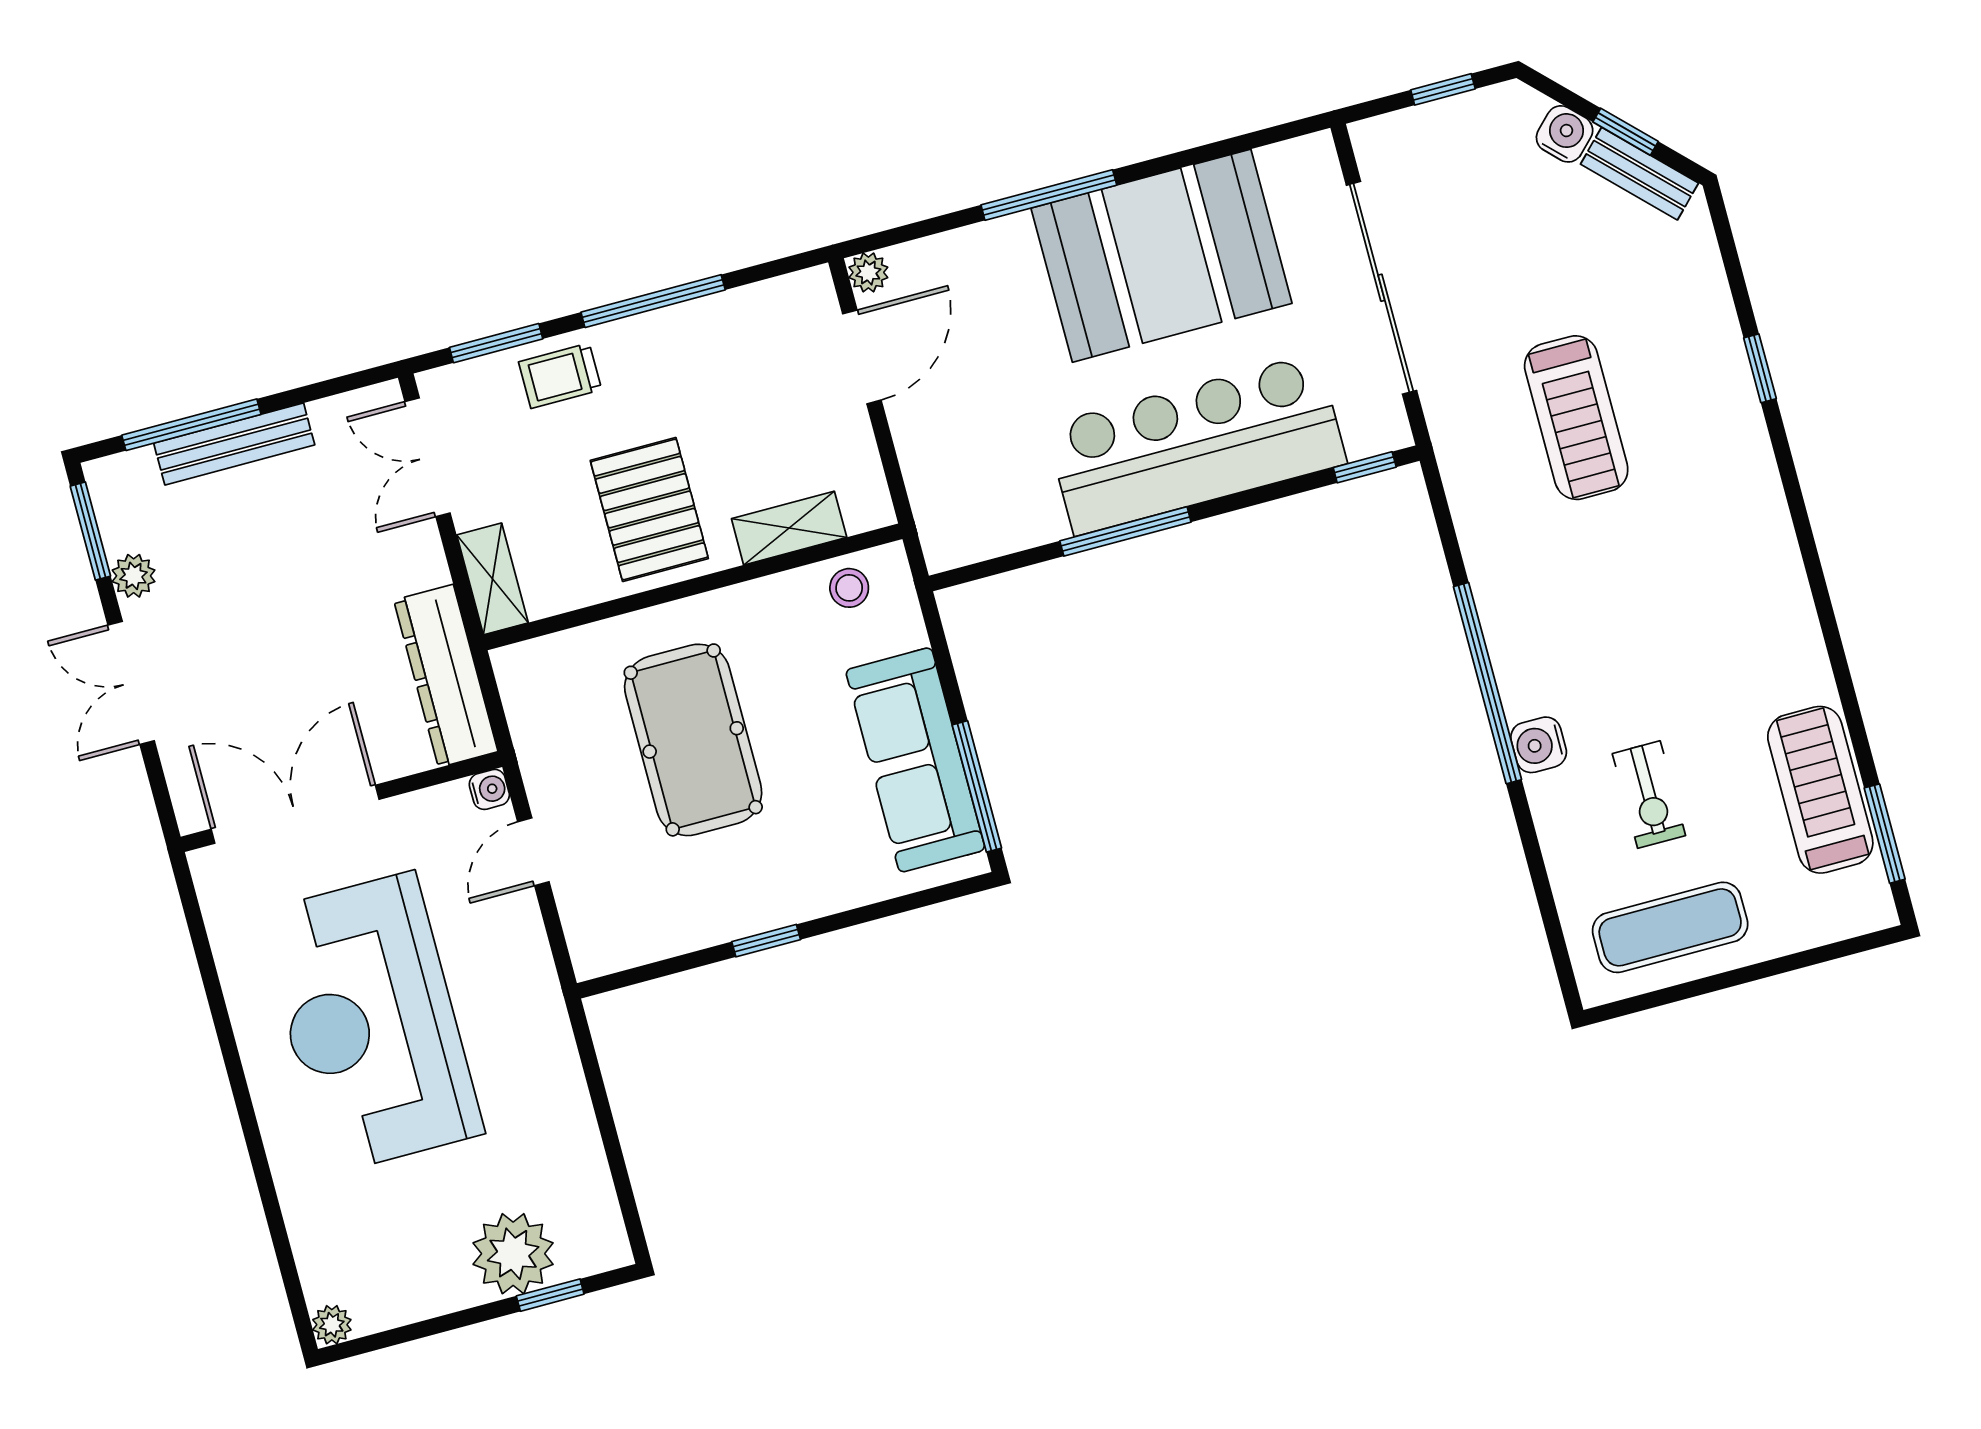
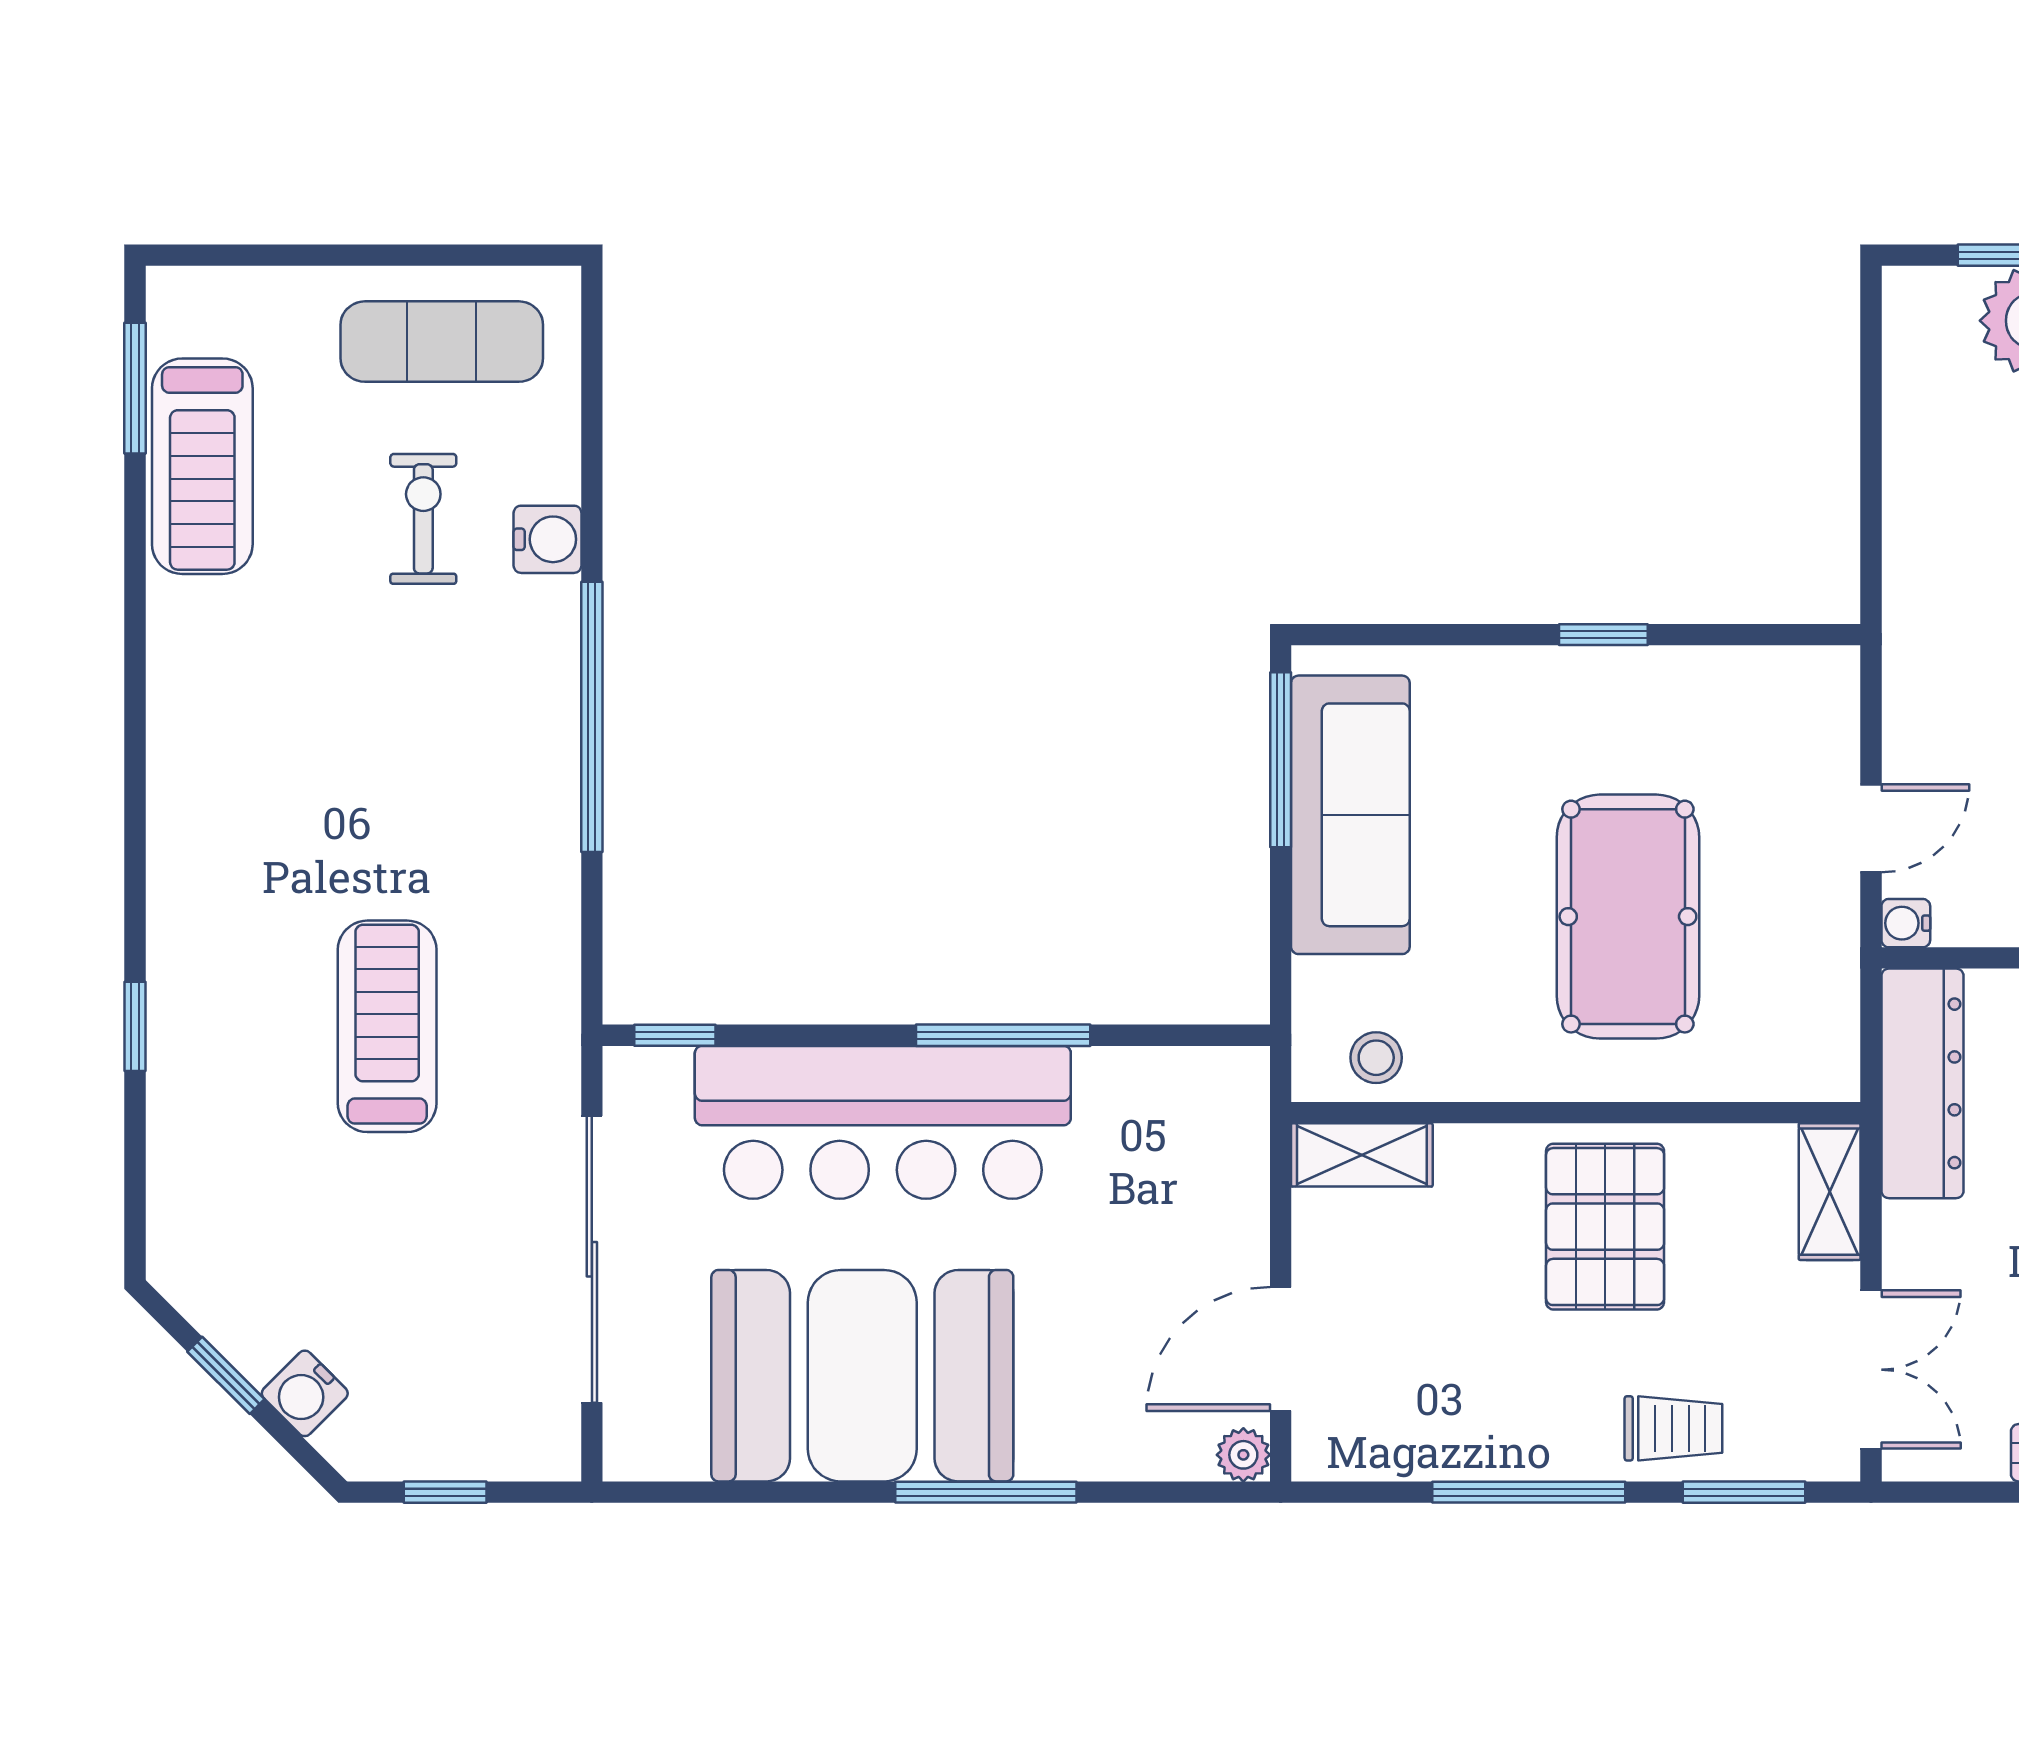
bench: (1639, 174) -> (222, 1317), removed
shelving: (789, 528) -> (1362, 1155), moved
water cooler: (1539, 745) -> (548, 539), moved

